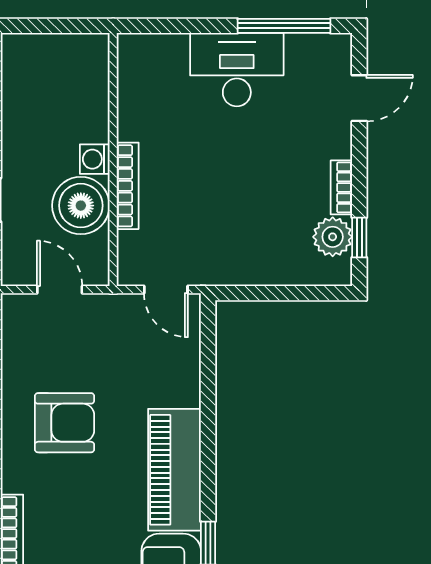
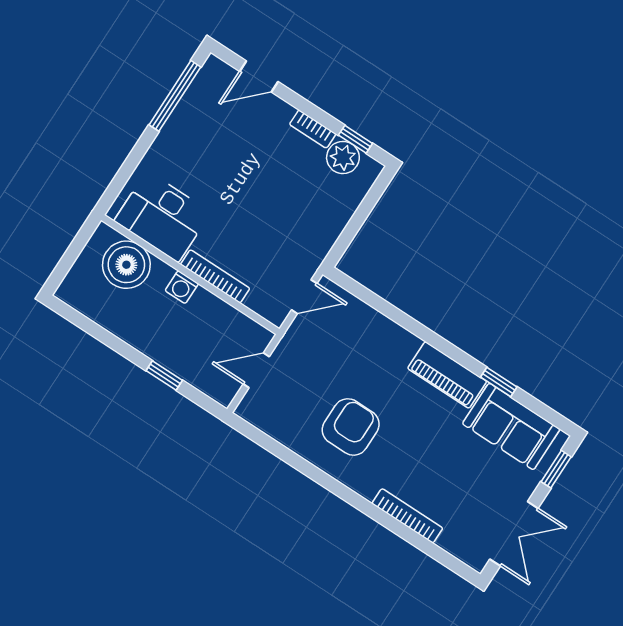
desk: (237, 70) -> (162, 217), moved, turned -90
door: (359, 98) -> (259, 76), swing flipped
boiler: (81, 206) -> (126, 265), moved
piano: (175, 470) -> (447, 375), width x0.73, depth x0.75

